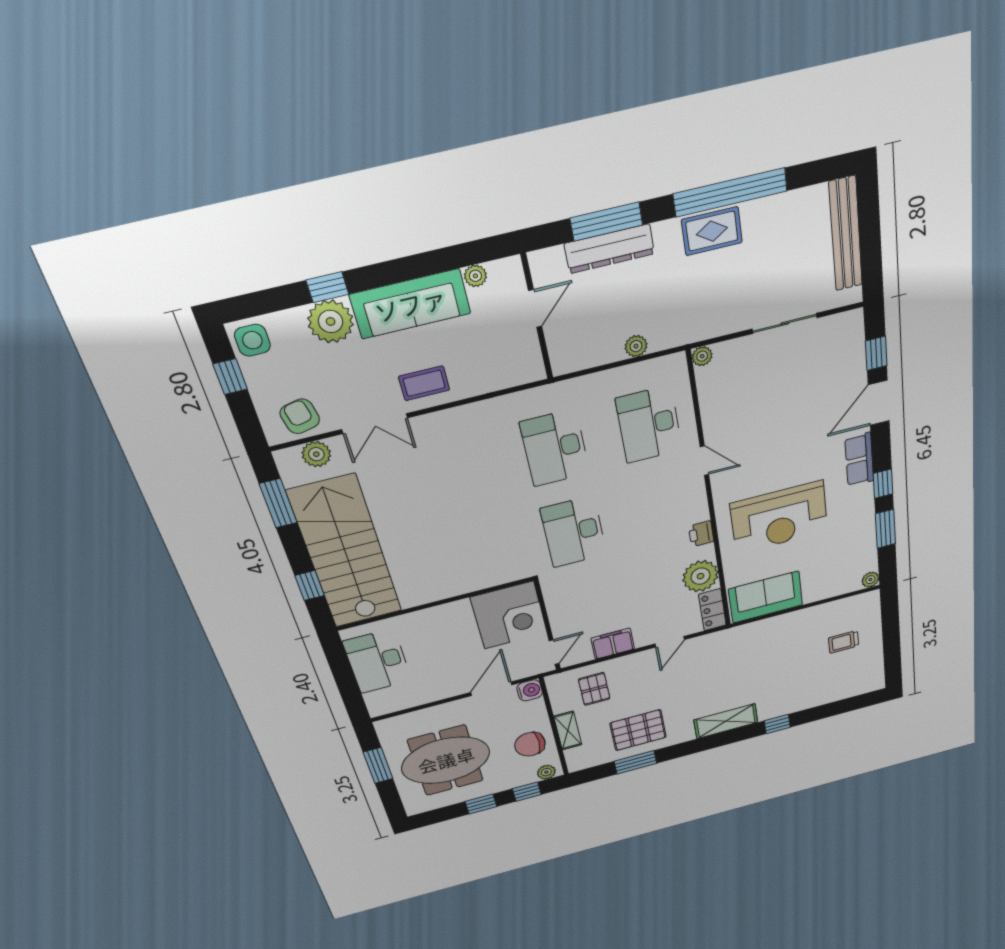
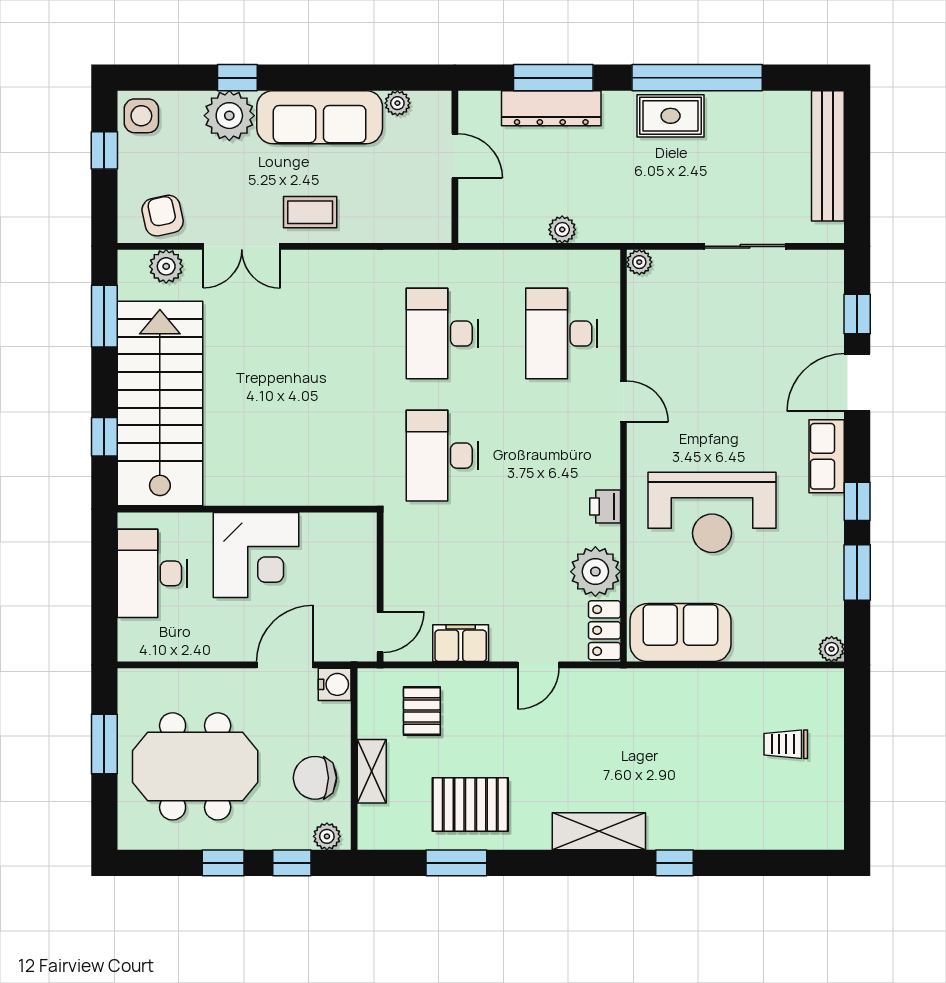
door: (535, 308) -> (455, 156), hinge flipped
corner desk: (509, 615) -> (256, 555), moved

